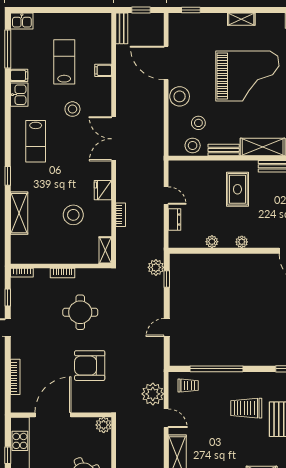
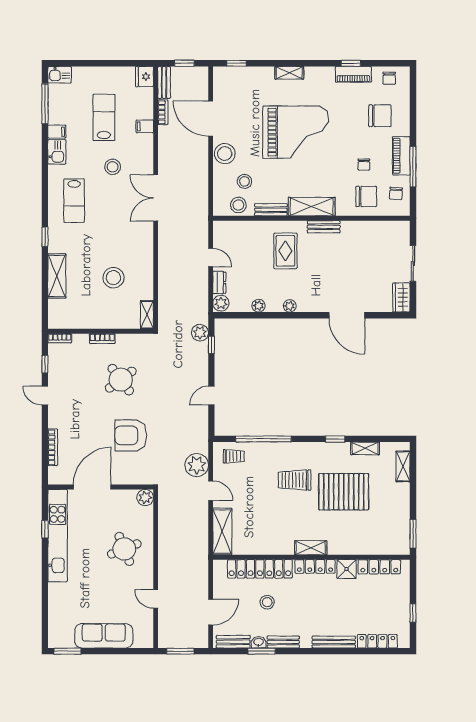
fridge: (103, 190) -> (145, 77), moved
bookcase: (121, 215) -> (163, 112), moved
plant: (176, 239) -> (221, 303), added
round table: (80, 312) -> (121, 380), turned -37

